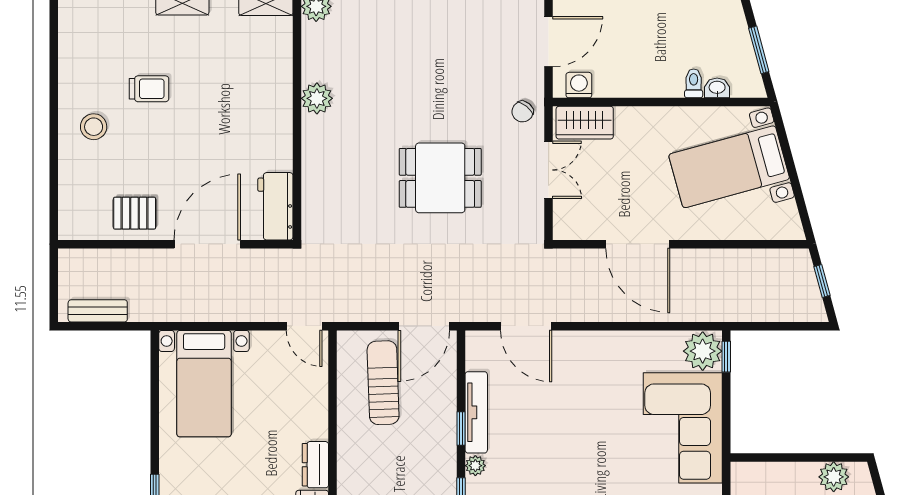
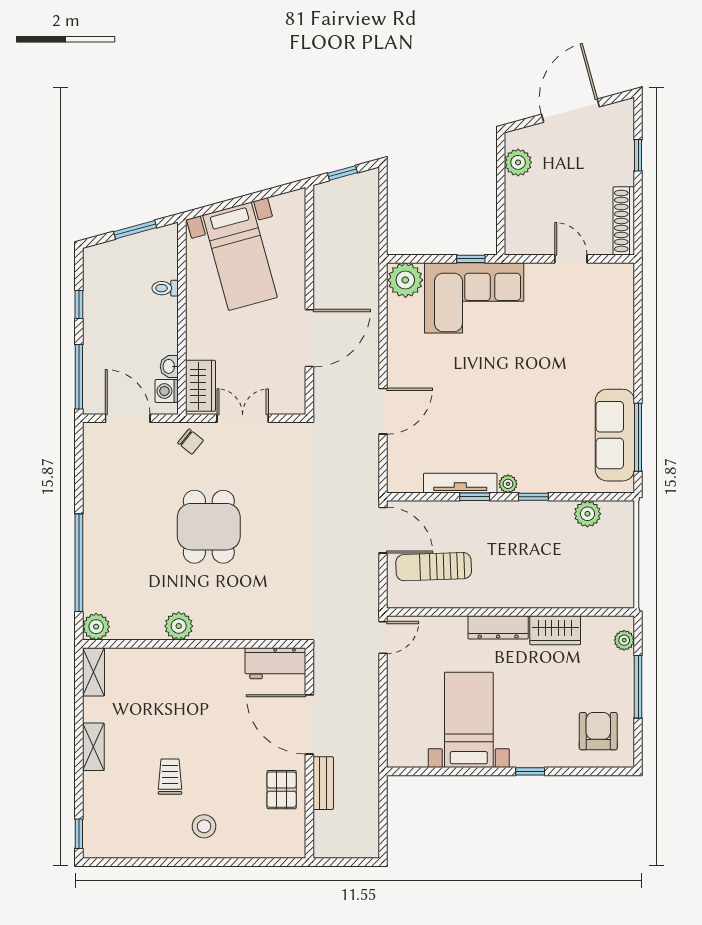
washbasin: (717, 88) -> (169, 366), moved
dining table: (440, 178) -> (209, 527), moved
bench: (98, 311) -> (323, 783), moved
door: (526, 326) -> (383, 411), moved
window: (726, 357) -> (471, 259), moved
bed with nightstands: (204, 384) -> (469, 720), moved, turned -90
dresser: (315, 465) -> (498, 627), width x1.44

